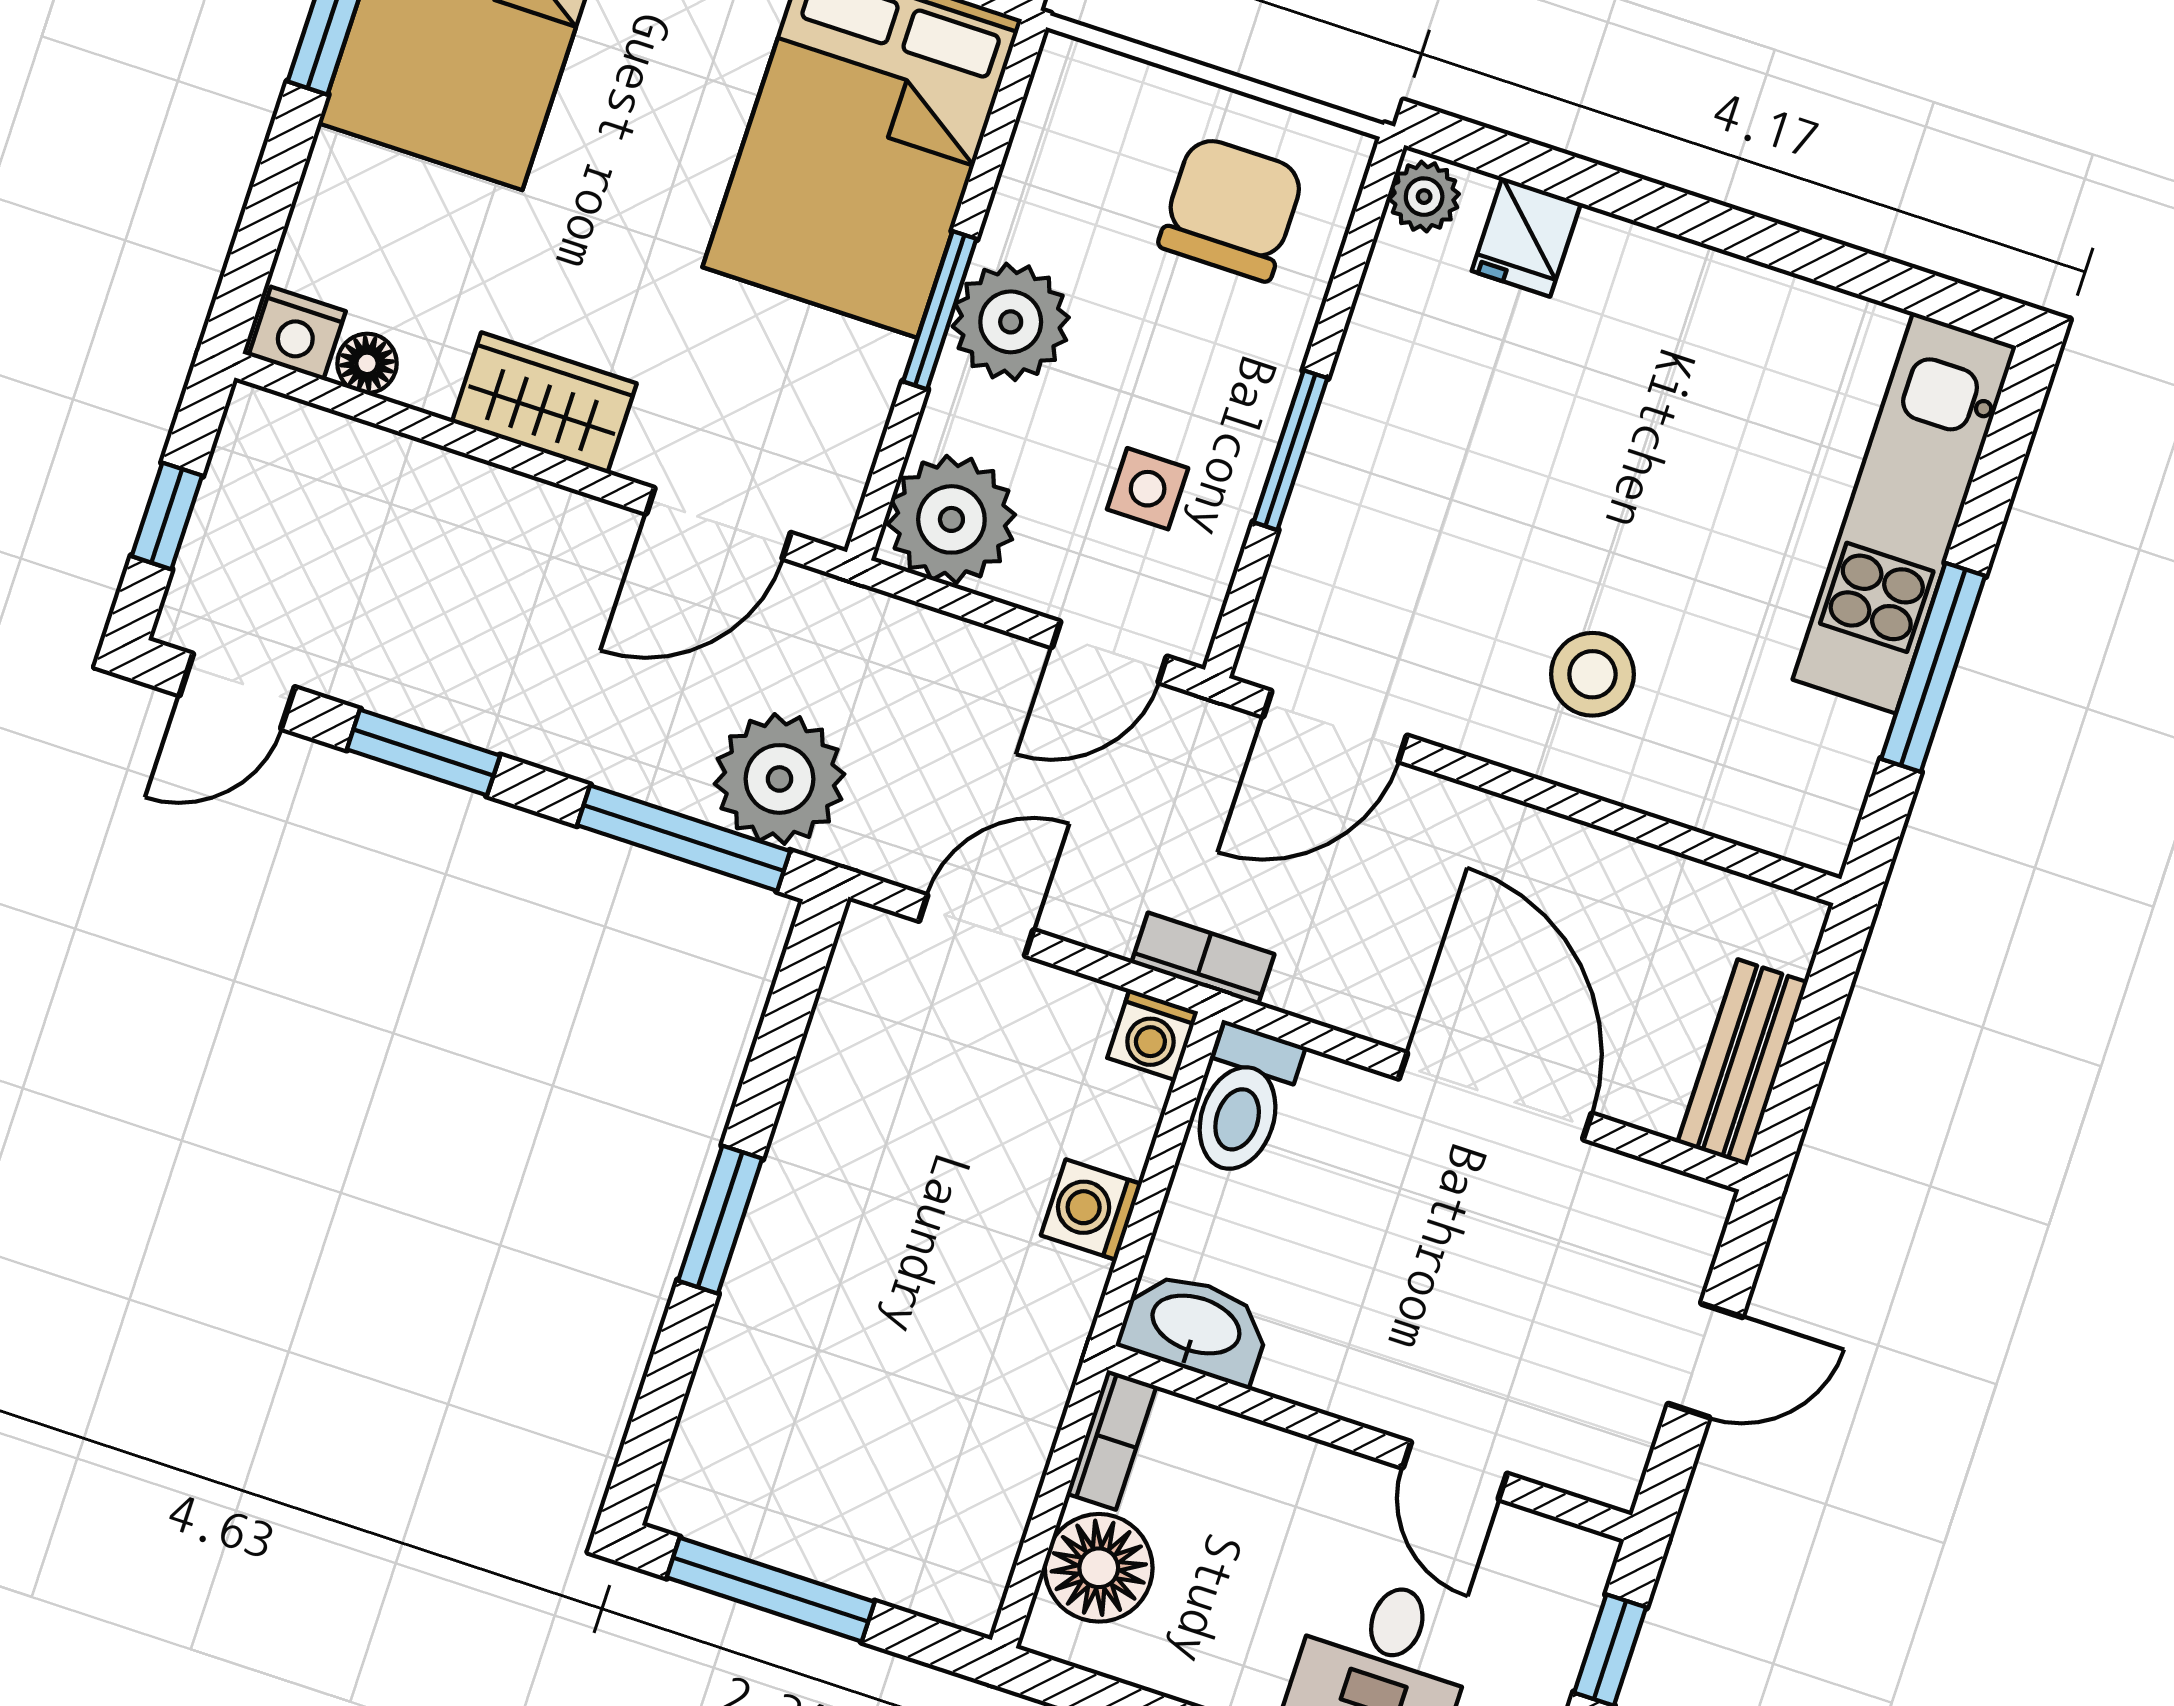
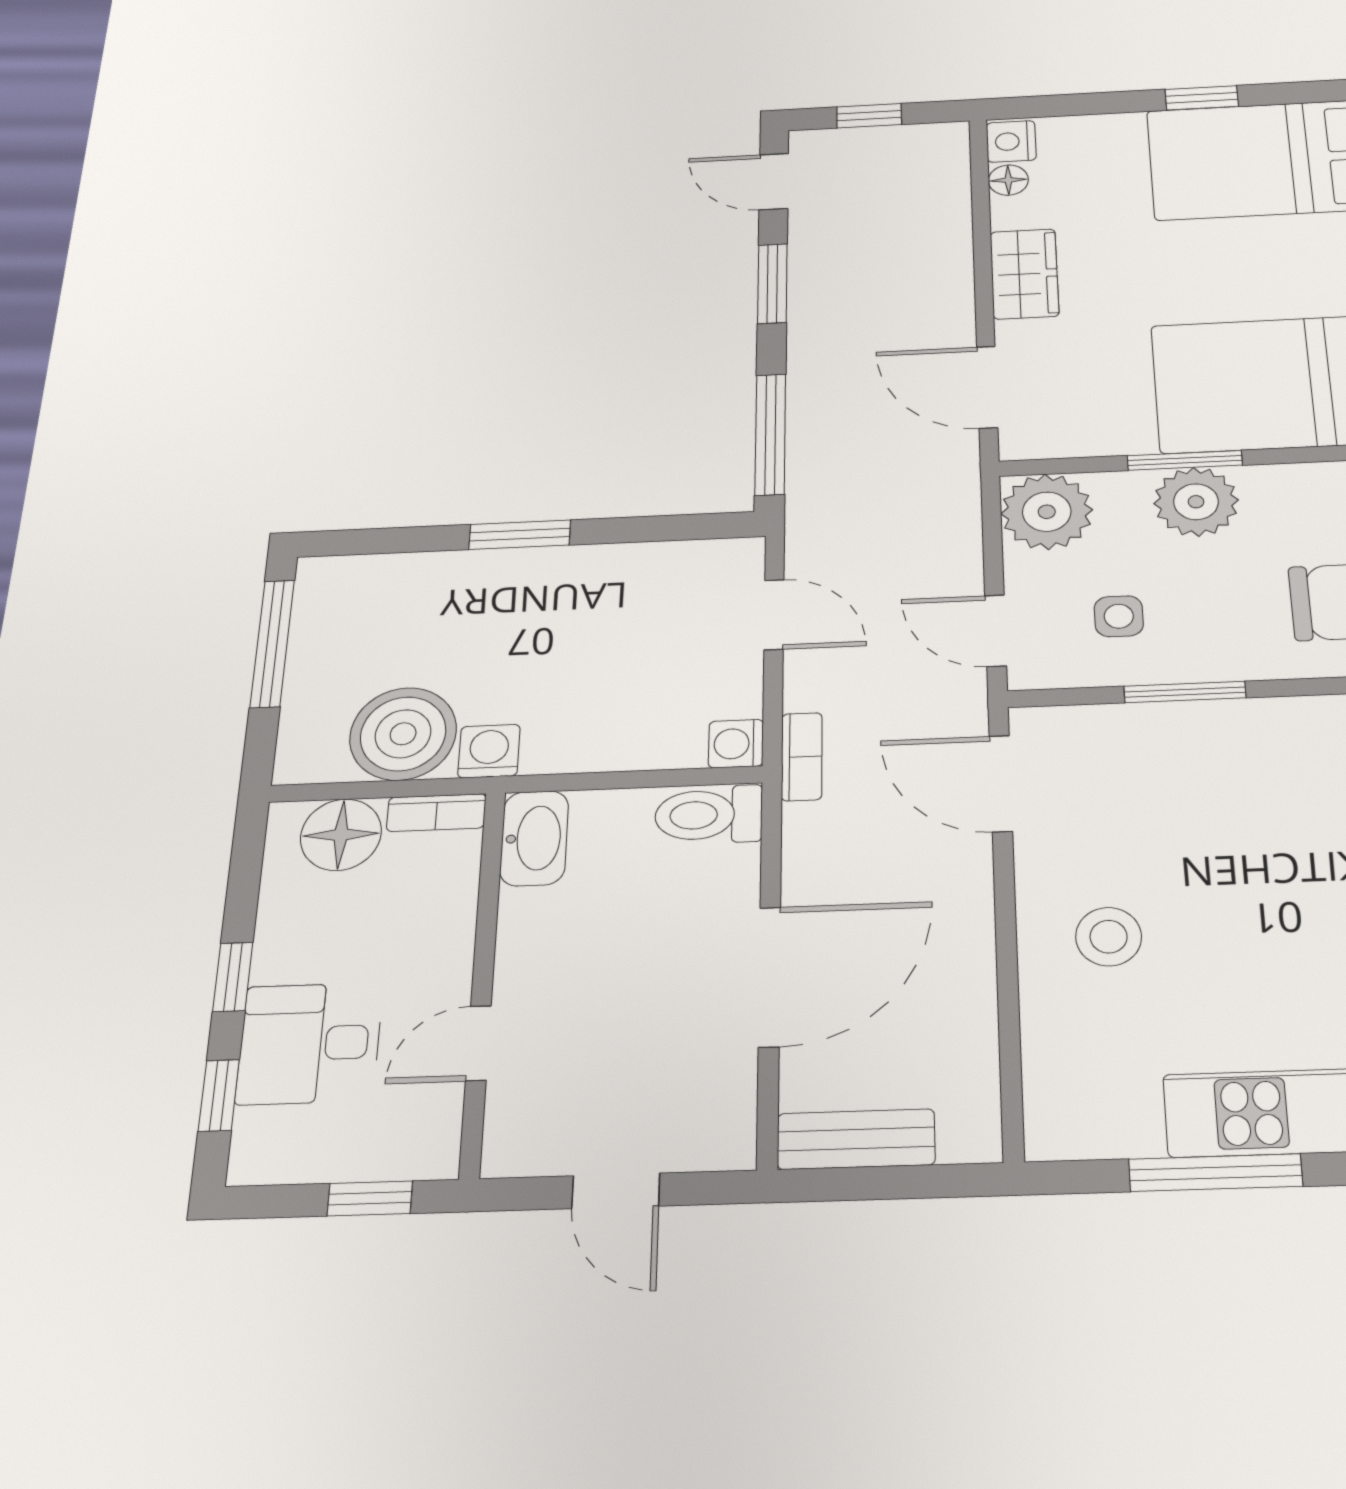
plant: (779, 779) -> (831, 473), removed
washing machine: (1091, 1210) -> (489, 751), moved
boiler: (977, 1453) -> (403, 734), added

